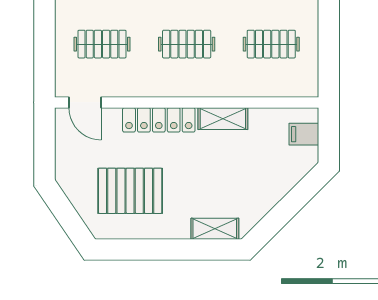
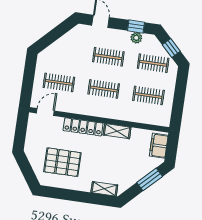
door: (85, 102) -> (45, 112), swing flipped
filing cabinet: (304, 134) -> (159, 146), width x2.00
window: (296, 199) -> (150, 179), added

